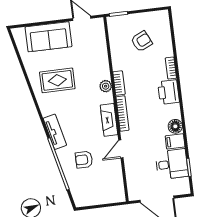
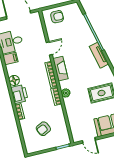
floor lamp: (175, 126) -> (14, 80), moved
armchair: (84, 160) -> (57, 17), moved

